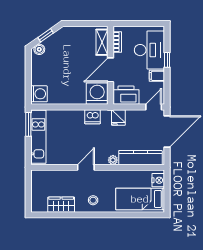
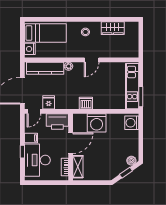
washing machine: (97, 94) -> (97, 123), moved
fridge: (118, 118) -> (49, 102), moved

